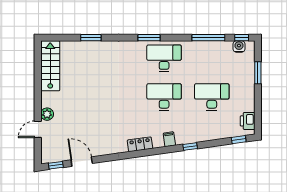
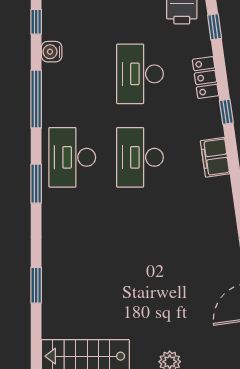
window: (208, 38) -> (36, 99), moved
water cooler: (239, 46) -> (52, 52), moved
filing cabinet: (169, 139) -> (215, 157), width x2.00
locker: (140, 144) -> (206, 77), moved

